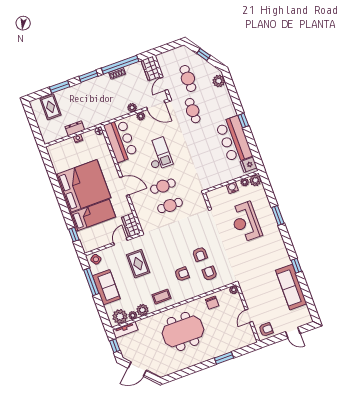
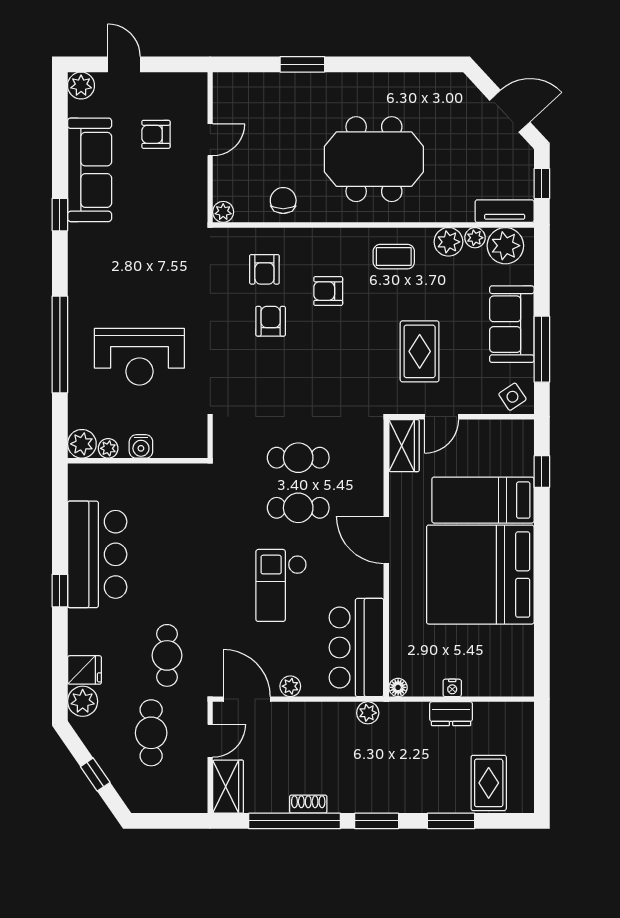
plant: (132, 108) -> (368, 713), moved
fridge: (249, 165) -> (85, 670), moved
window: (278, 215) -> (60, 345), width x2.11
reception desk: (246, 222) -> (139, 357), turned 90
plant: (306, 318) -> (81, 86), added
armchair: (266, 329) -> (156, 134), moved

